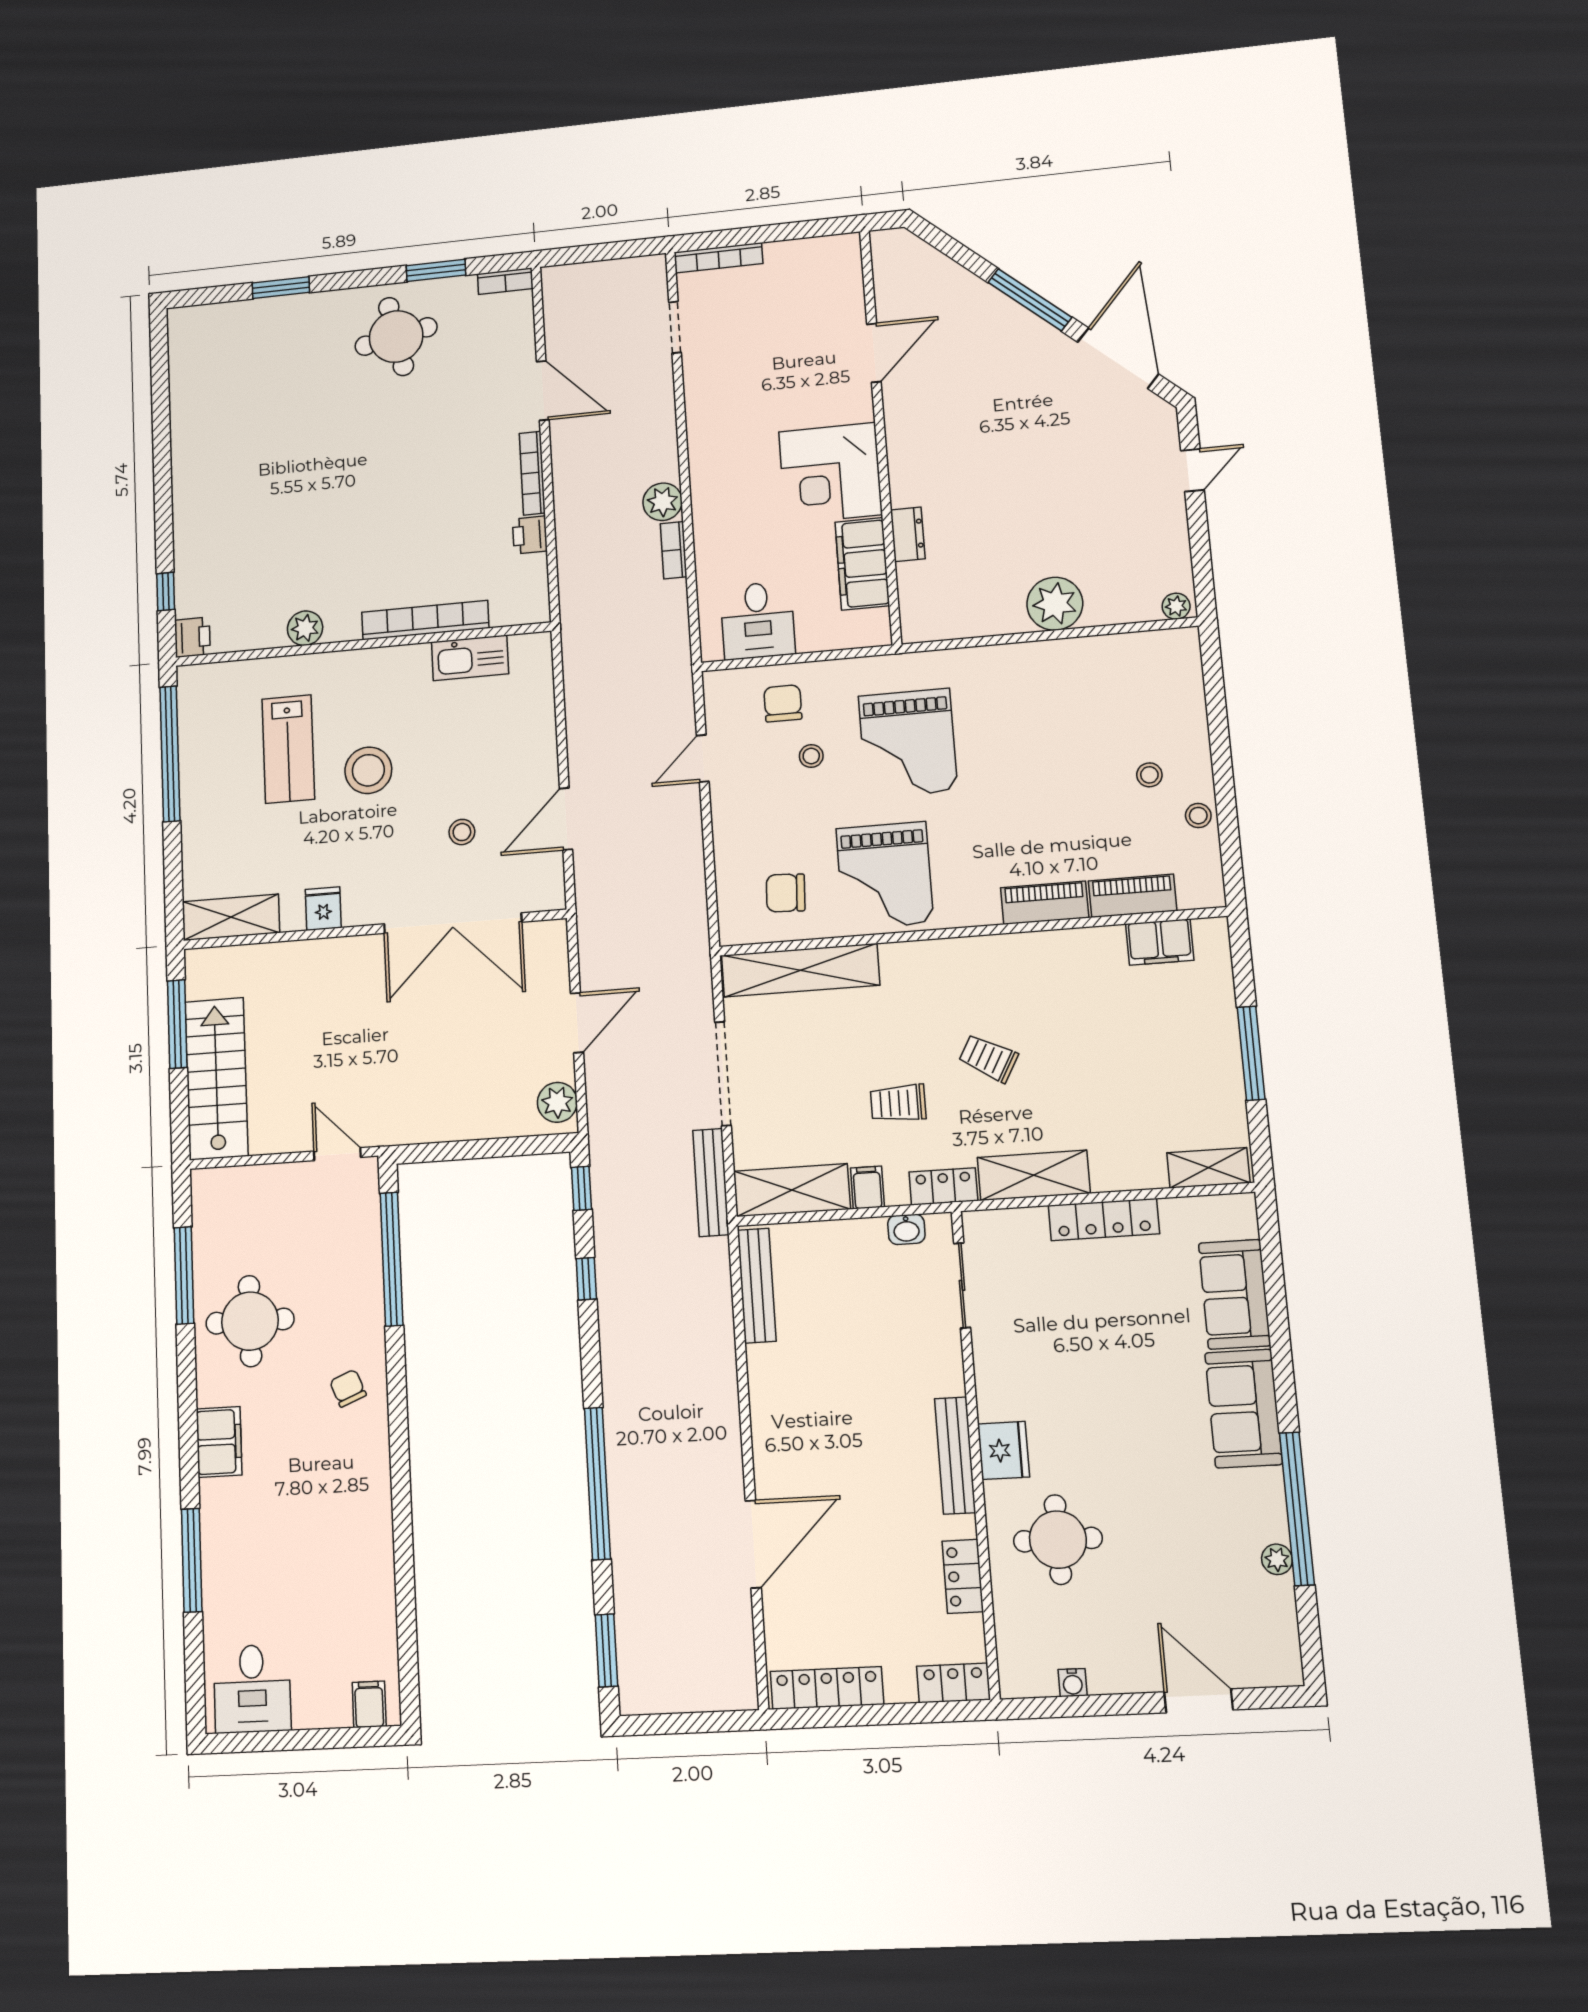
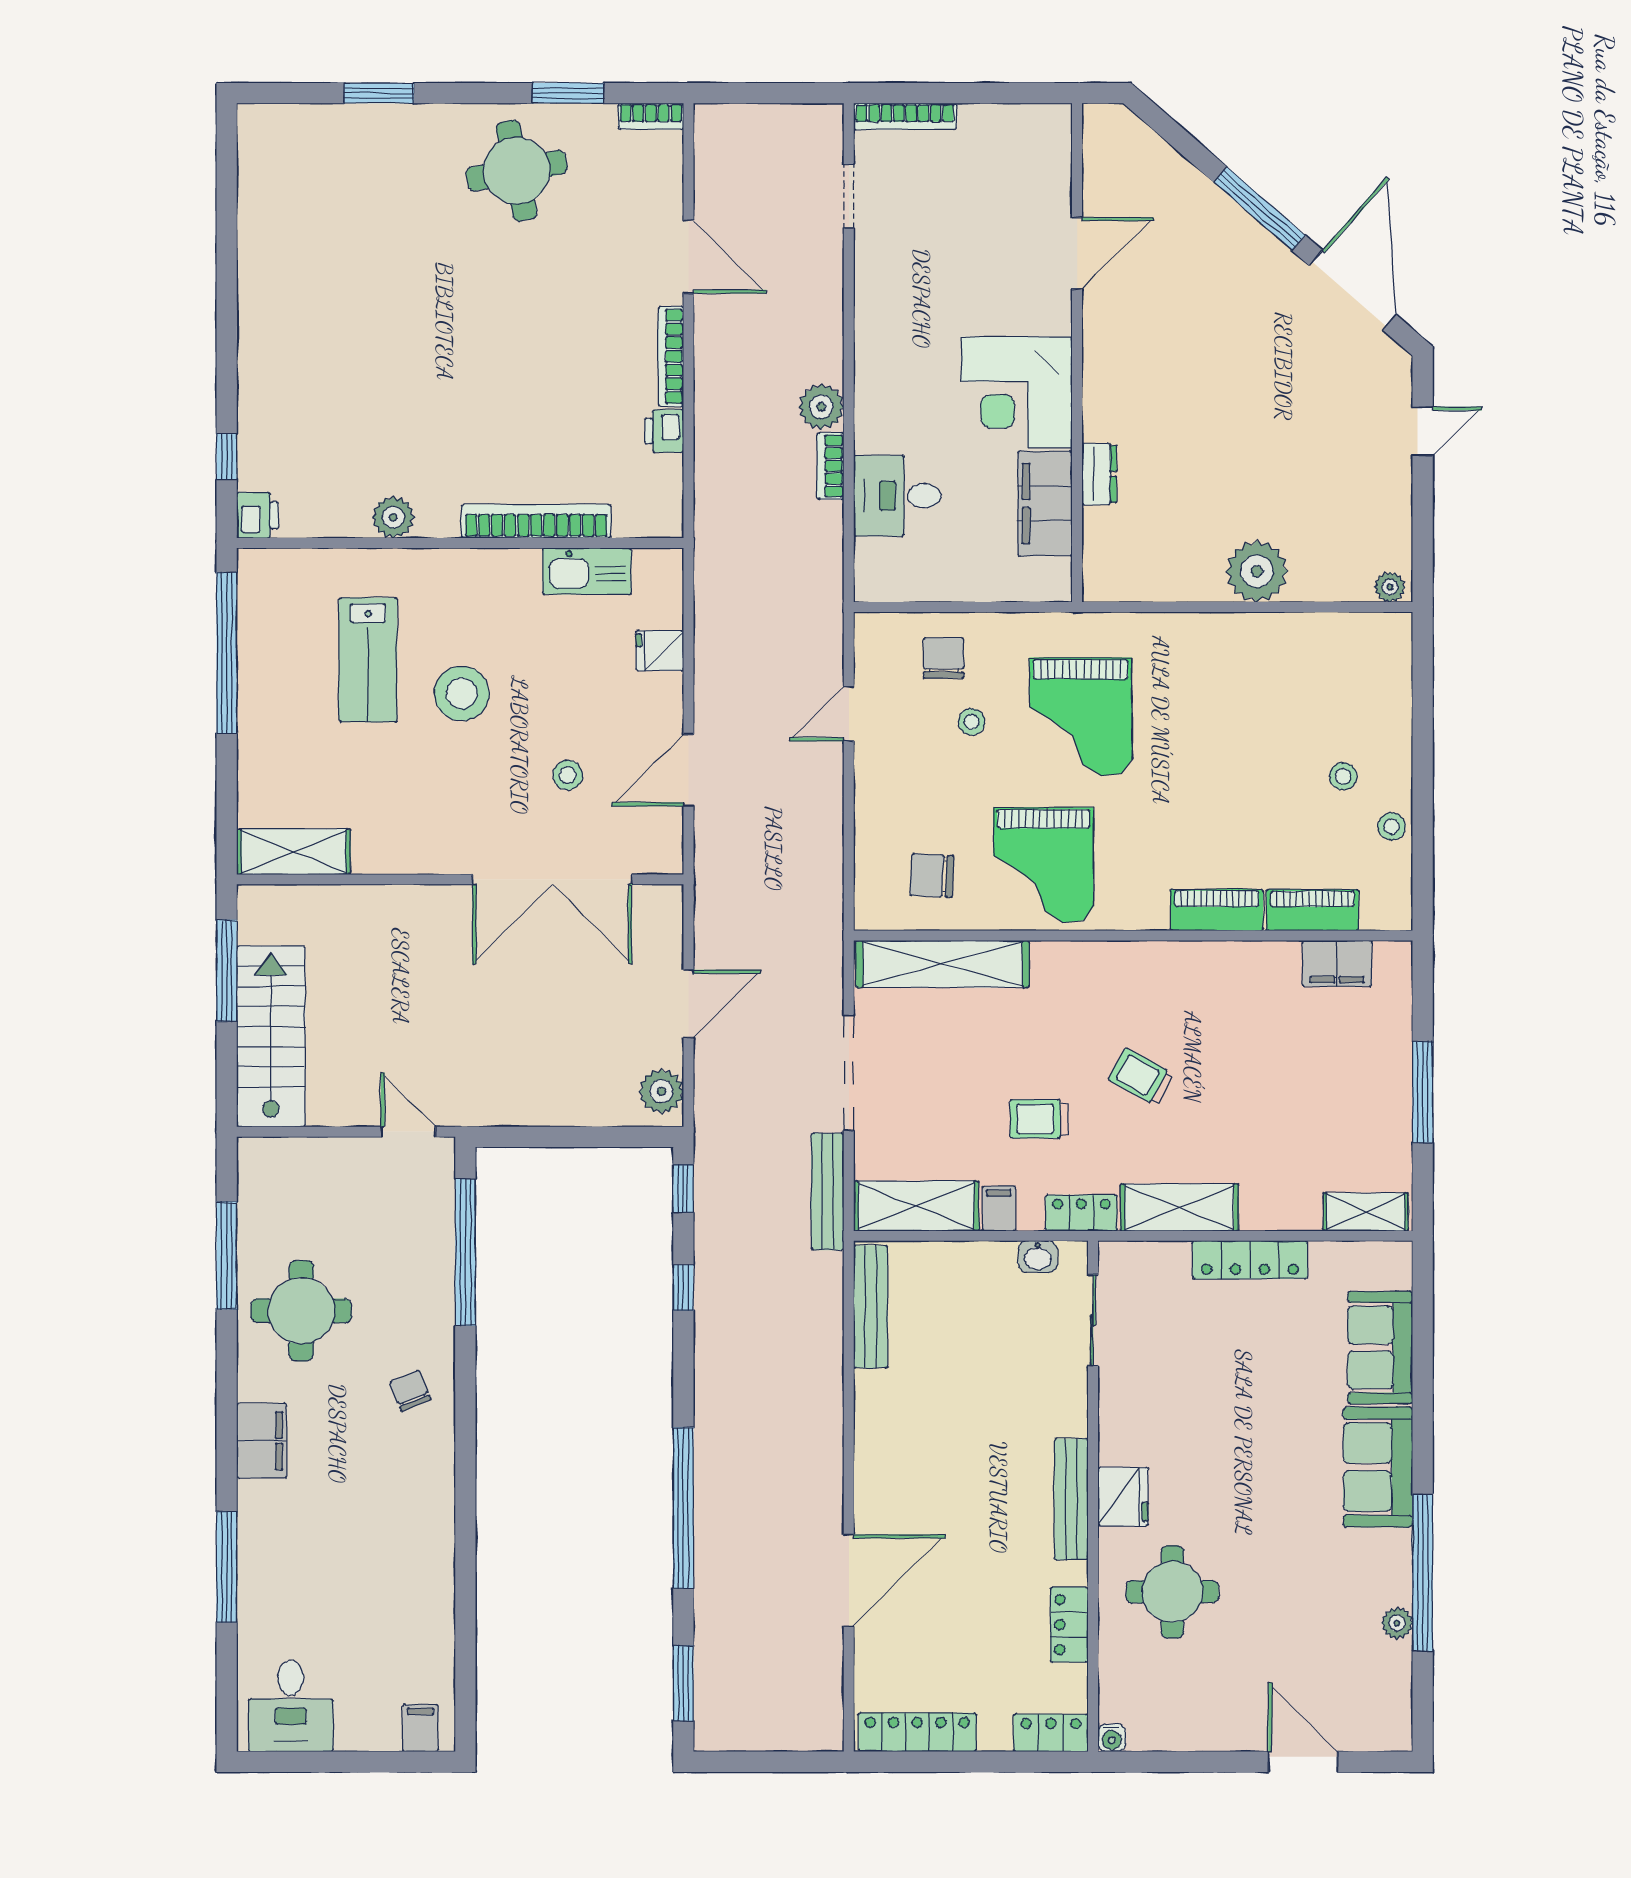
desk: (758, 620) -> (897, 496), moved, turned 90
fridge: (323, 909) -> (660, 651), moved, turned -90
water cooler: (1073, 1683) -> (1112, 1738), moved

